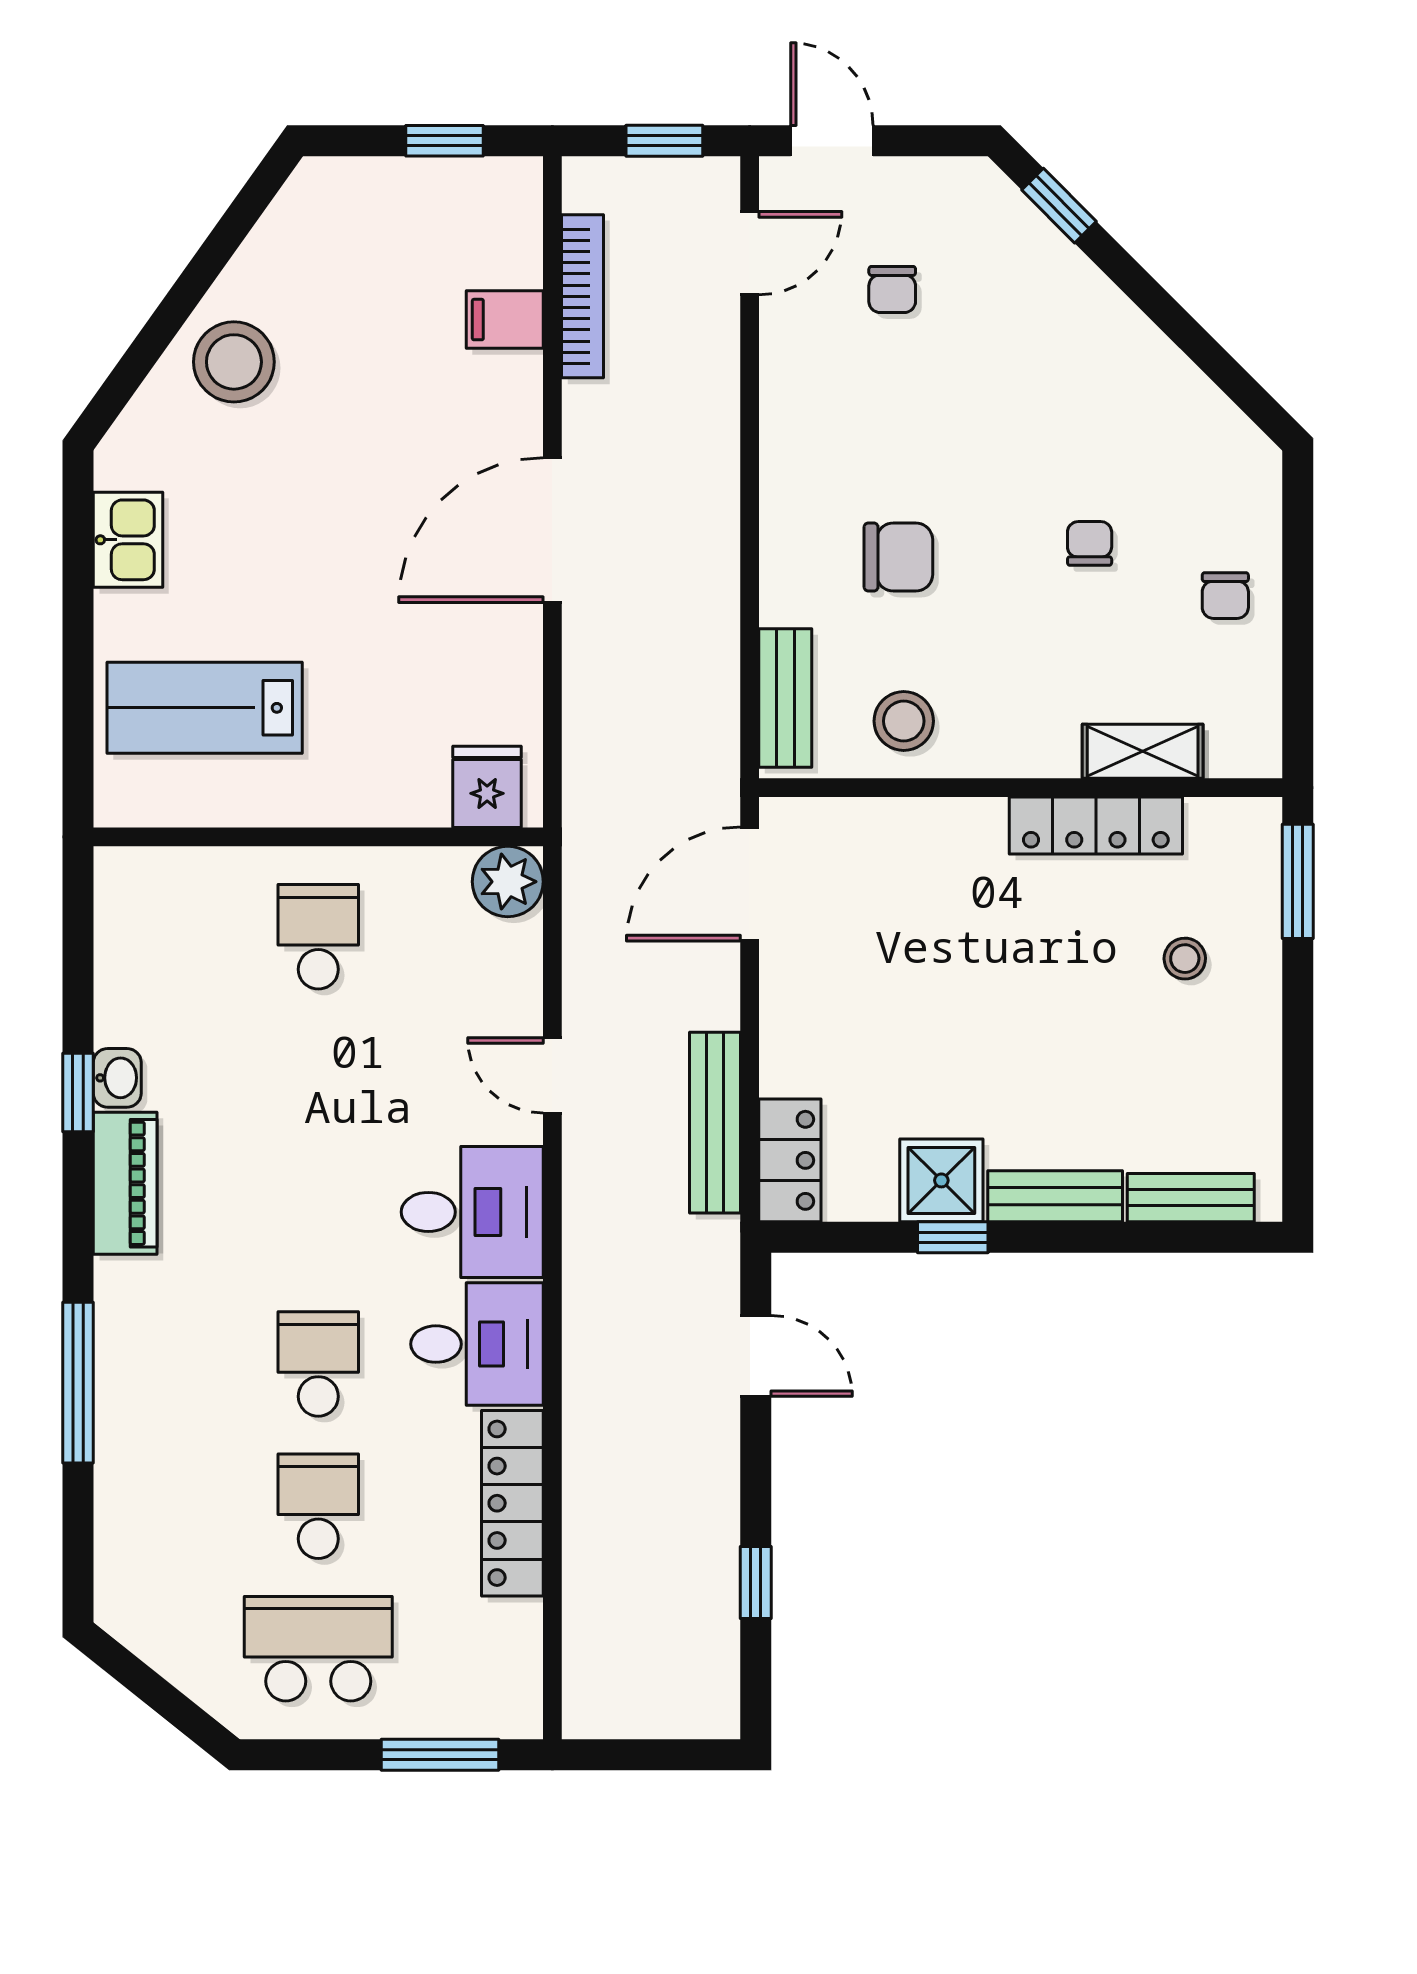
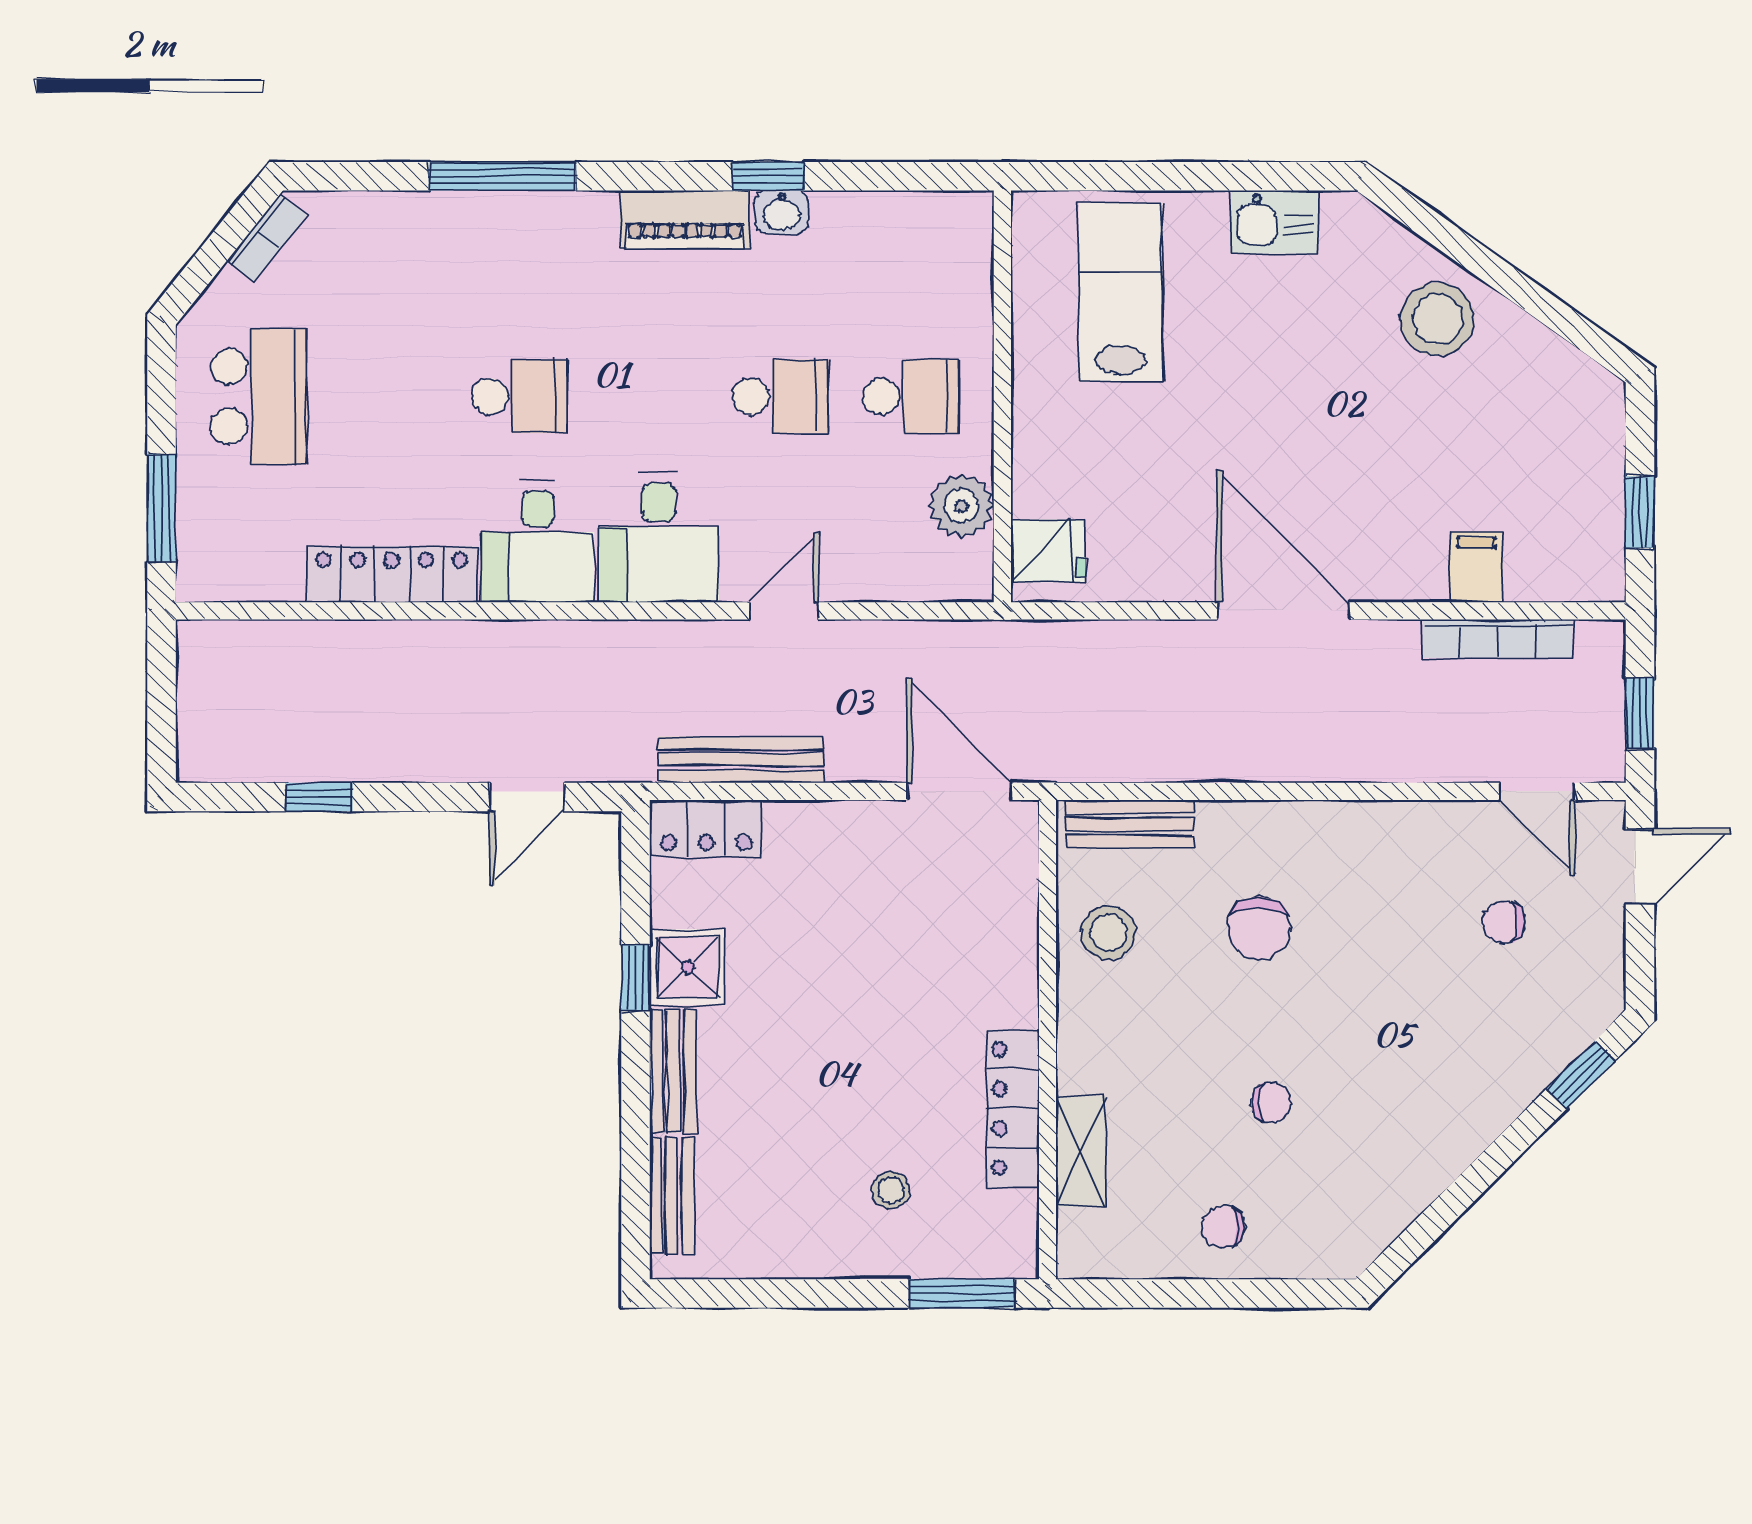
plant: (508, 882) -> (961, 506), moved
school desk: (318, 1506) -> (780, 396), moved
bookcase: (145, 1640) -> (267, 238), added

